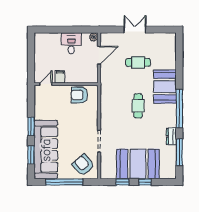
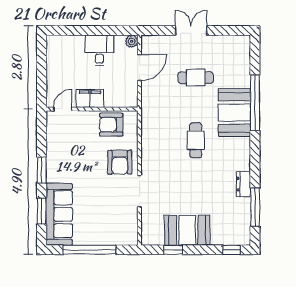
filing cabinet: (60, 77) -> (90, 98), width x2.00
window: (179, 109) -> (255, 103), moved
sofa: (46, 150) -> (59, 214), width x0.74, depth x0.79
booth: (138, 164) -> (187, 230), width x0.73, depth x0.70
armchair: (83, 165) -> (120, 162), moved, turned -139
window: (145, 182) -> (231, 250), moved

